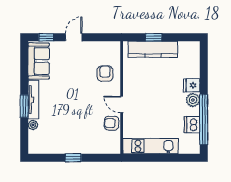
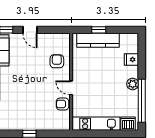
door: (74, 37) -> (30, 30), swing flipped
fridge: (192, 85) -> (131, 59), moved
dishwasher: (192, 125) -> (128, 124), moved, turned 90

